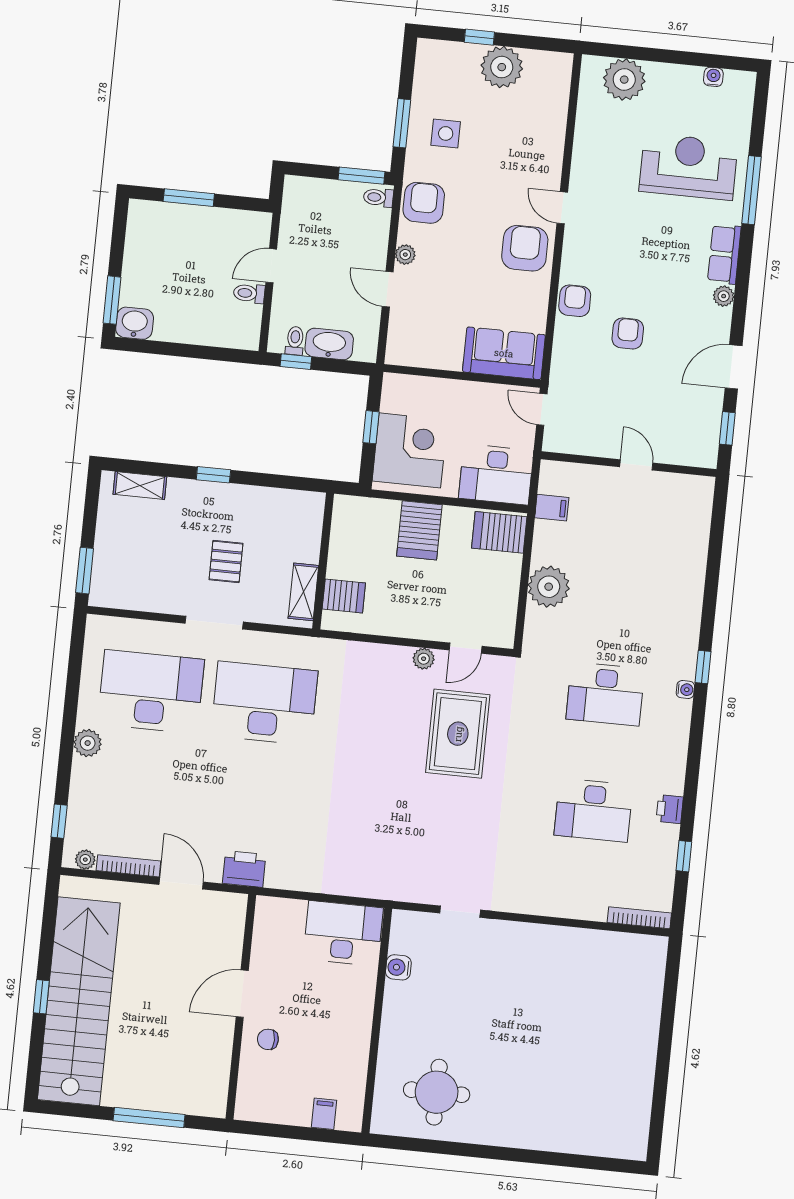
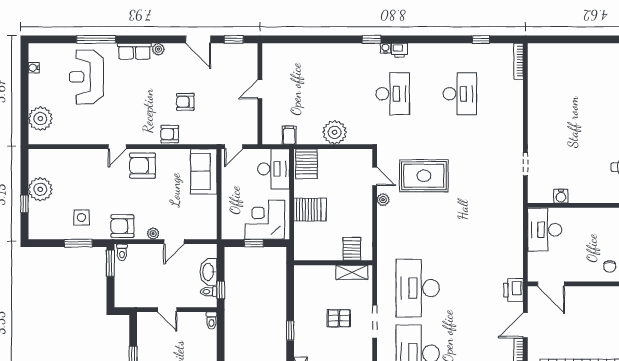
toilet: (249, 293) -> (212, 321), moved
printer: (670, 809) -> (399, 50), moved
door: (242, 994) -> (551, 284), moved

